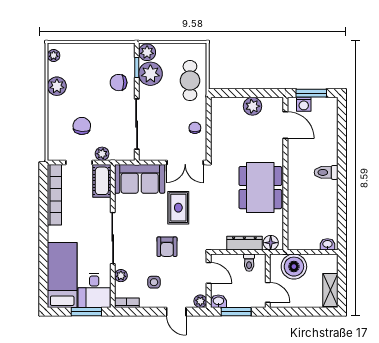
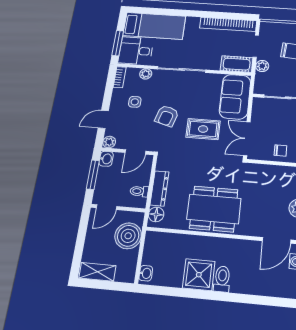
shower: (324, 195) -> (199, 275), added
armchair: (167, 247) -> (167, 116), turned -74

